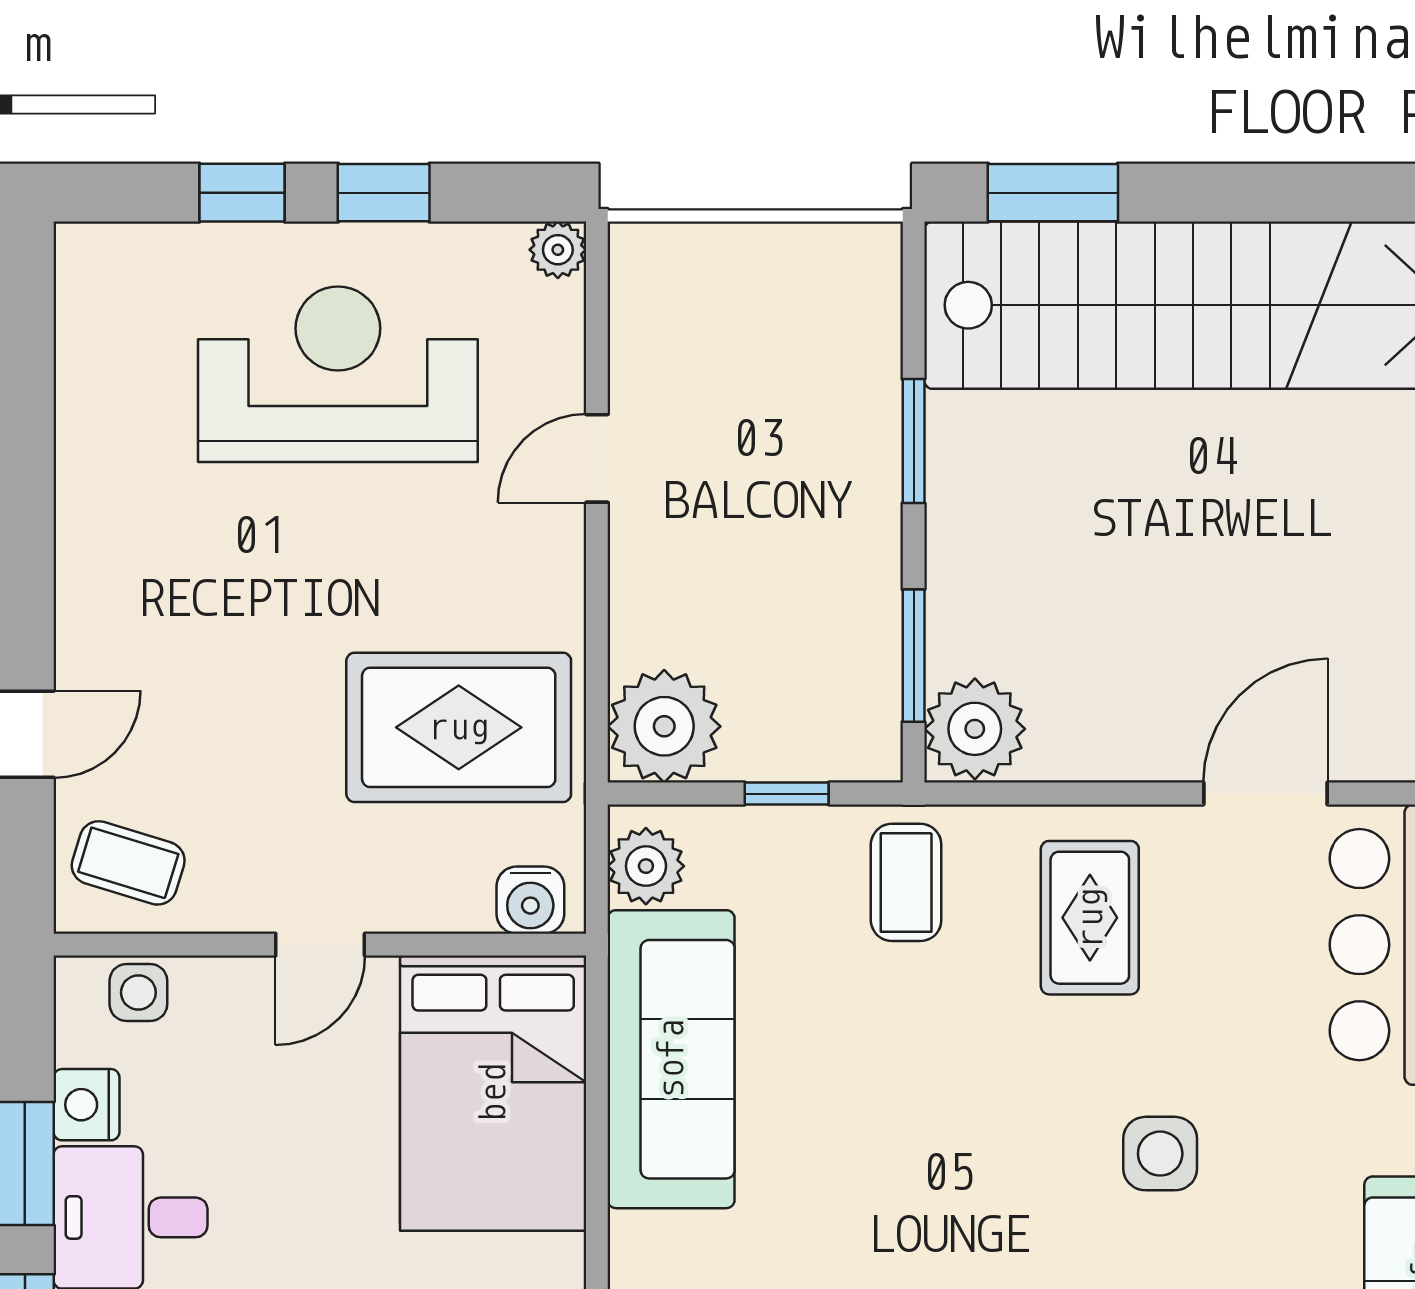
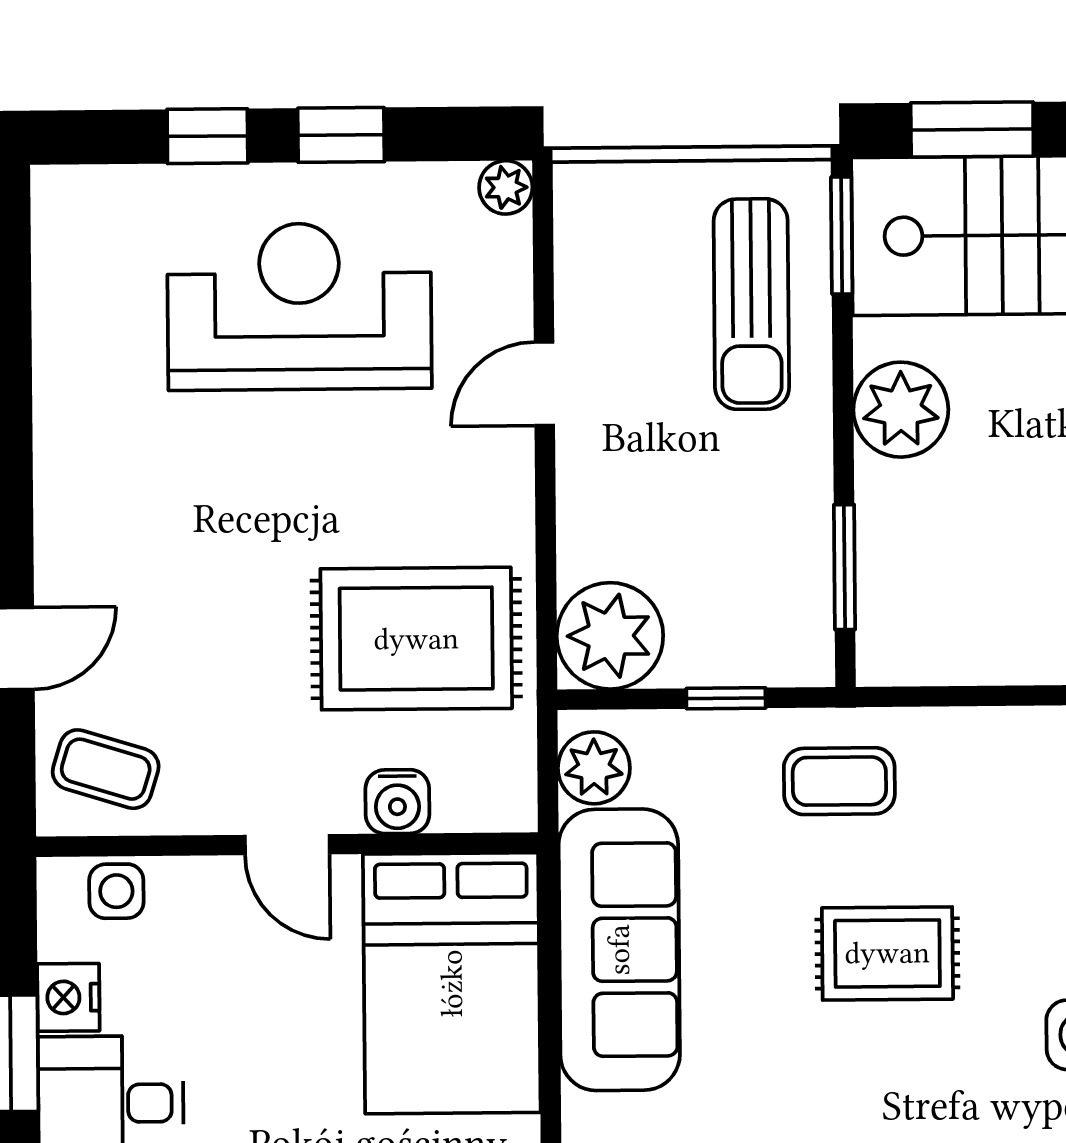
sun lounger: (817, 376) -> (751, 304), added
window: (914, 441) -> (842, 235), moved
plant: (975, 729) -> (901, 410), moved
coffee table: (906, 882) -> (839, 781), turned 90
water cooler: (530, 900) -> (397, 802), moved
rug: (1090, 918) -> (887, 953), moved, turned 90
door: (320, 945) -> (287, 845), hinge flipped

